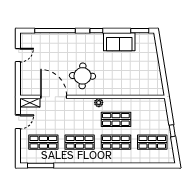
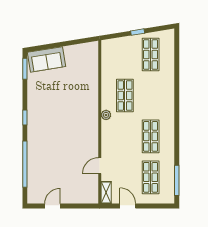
sofa: (119, 42) -> (46, 59), moved, turned 81
door: (18, 55) -> (52, 206), hinge flipped
round table: (82, 76) -> (76, 133), removed
door: (54, 97) -> (100, 166), width x0.53
shop shelf: (116, 142) -> (151, 95), removed

